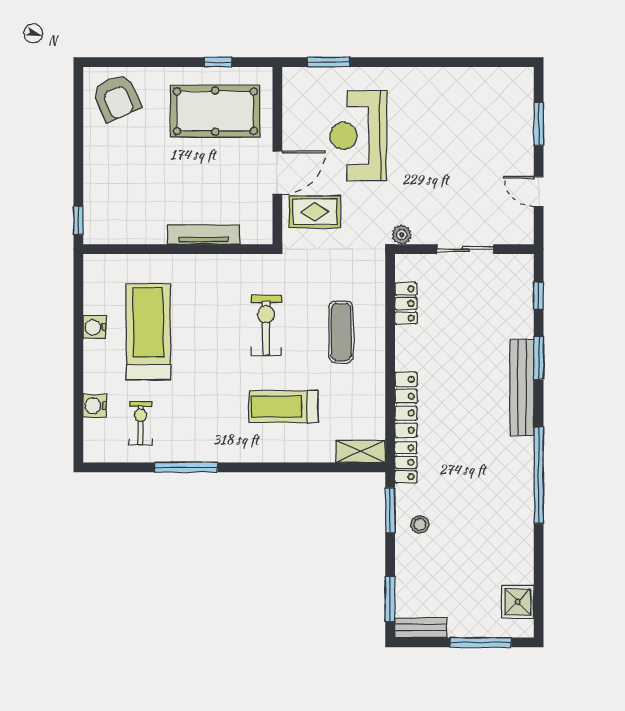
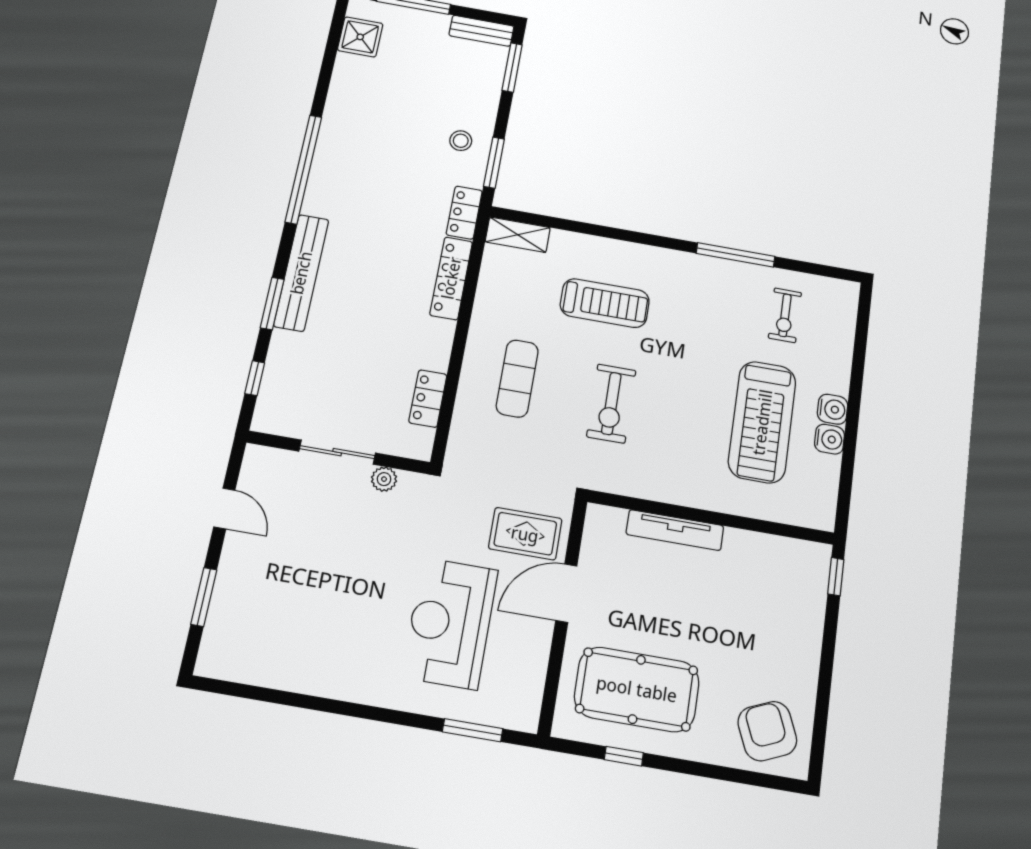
reception desk: (358, 136) -> (450, 623), turned 180
plant: (402, 235) -> (384, 479), moved
water cooler: (95, 406) -> (833, 409), moved

